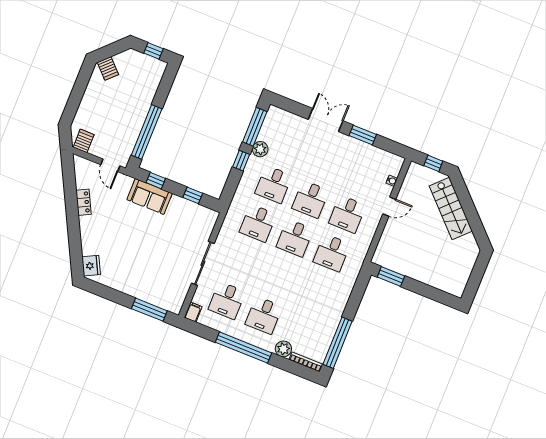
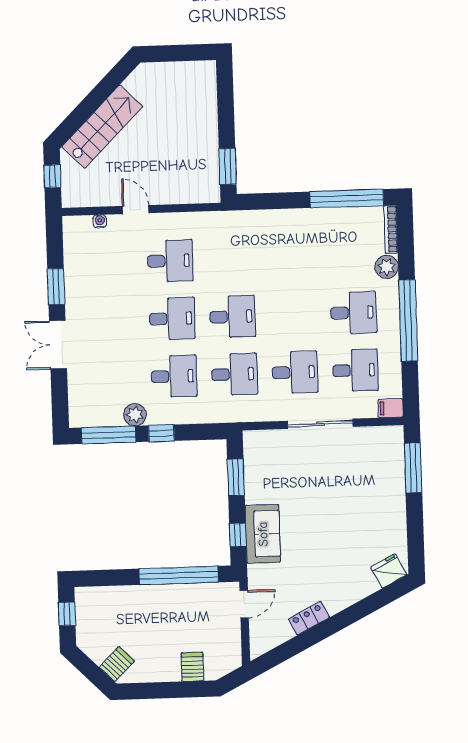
server rack: (84, 141) -> (192, 667), moved, turned 90
window: (193, 195) -> (236, 477), width x1.50
desk: (332, 253) -> (295, 372), moved

